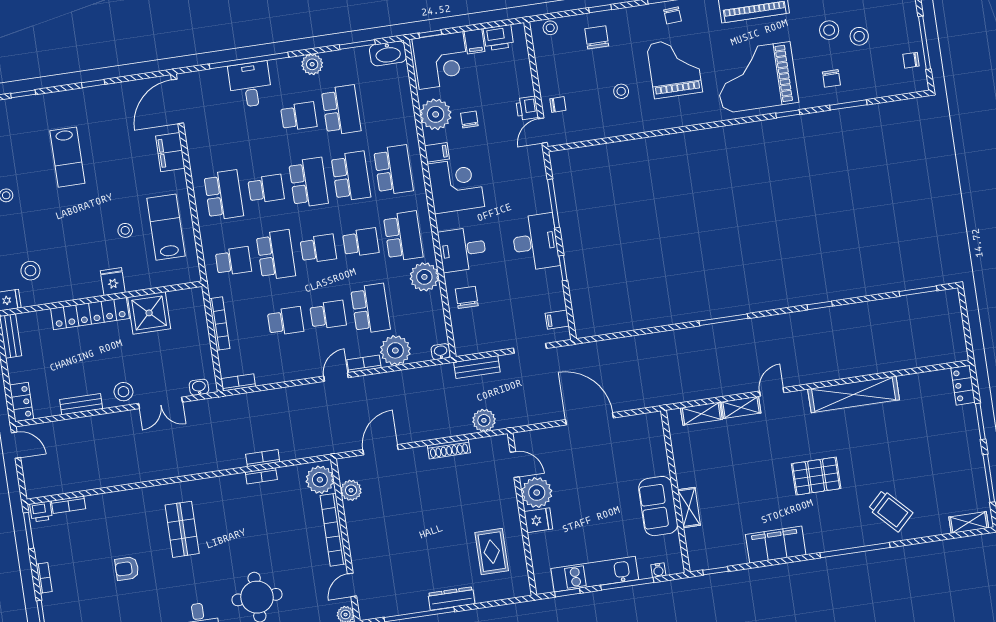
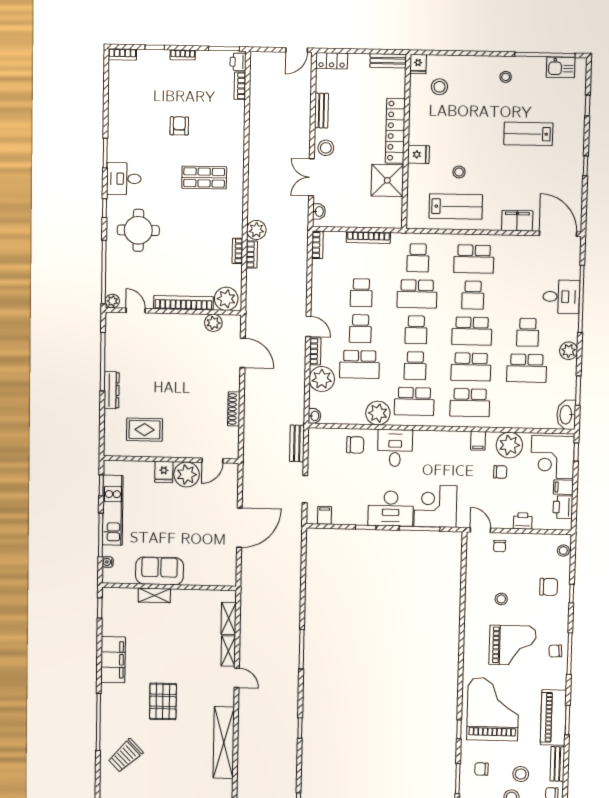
printer: (527, 108) -> (523, 521), moved
corner desk: (456, 185) -> (435, 506), moved, turned 180
plant: (484, 420) -> (256, 230), moved

